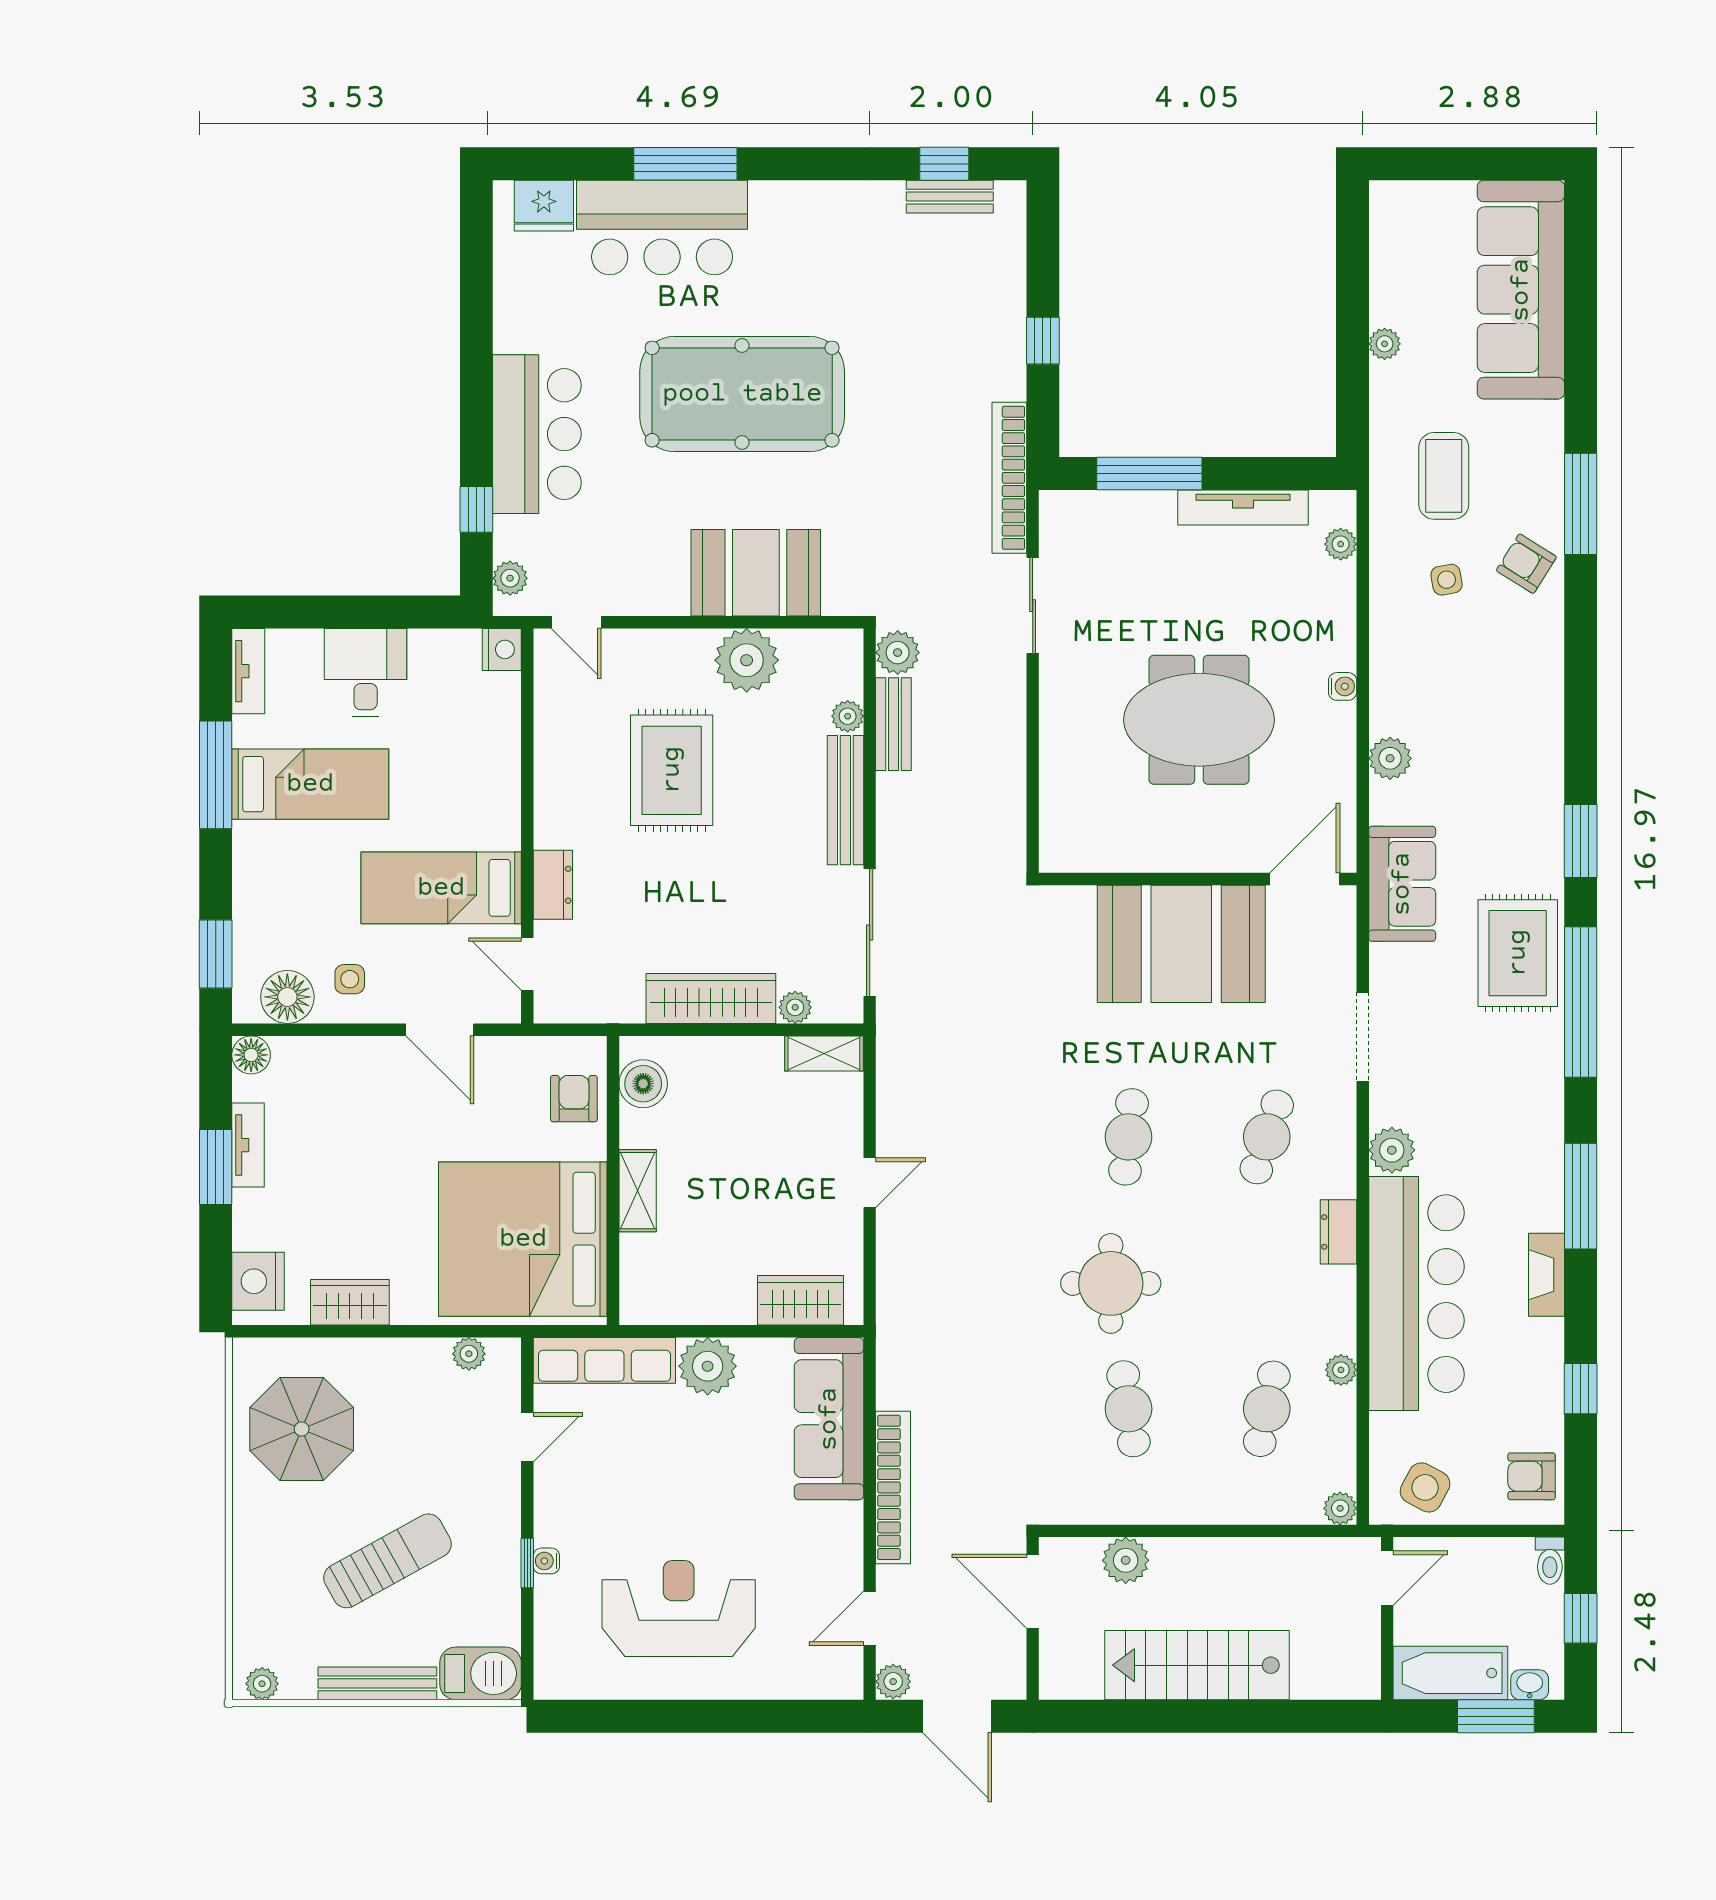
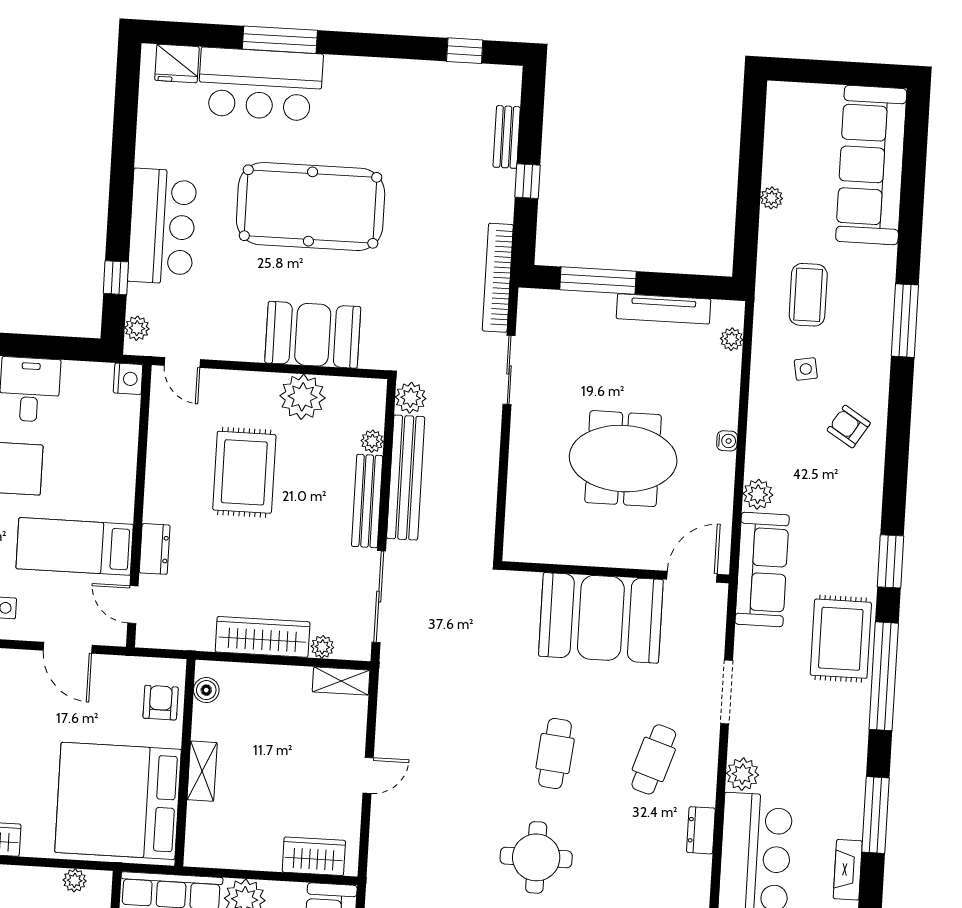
bench: (950, 197) -> (507, 137), moved, turned 90
armchair: (1526, 564) -> (849, 427), moved
bench: (893, 724) -> (406, 478), width x1.86, depth x1.21
sofa: (1402, 884) -> (762, 569), width x1.36
boiler: (643, 1084) -> (206, 690), width x0.73, depth x0.73

